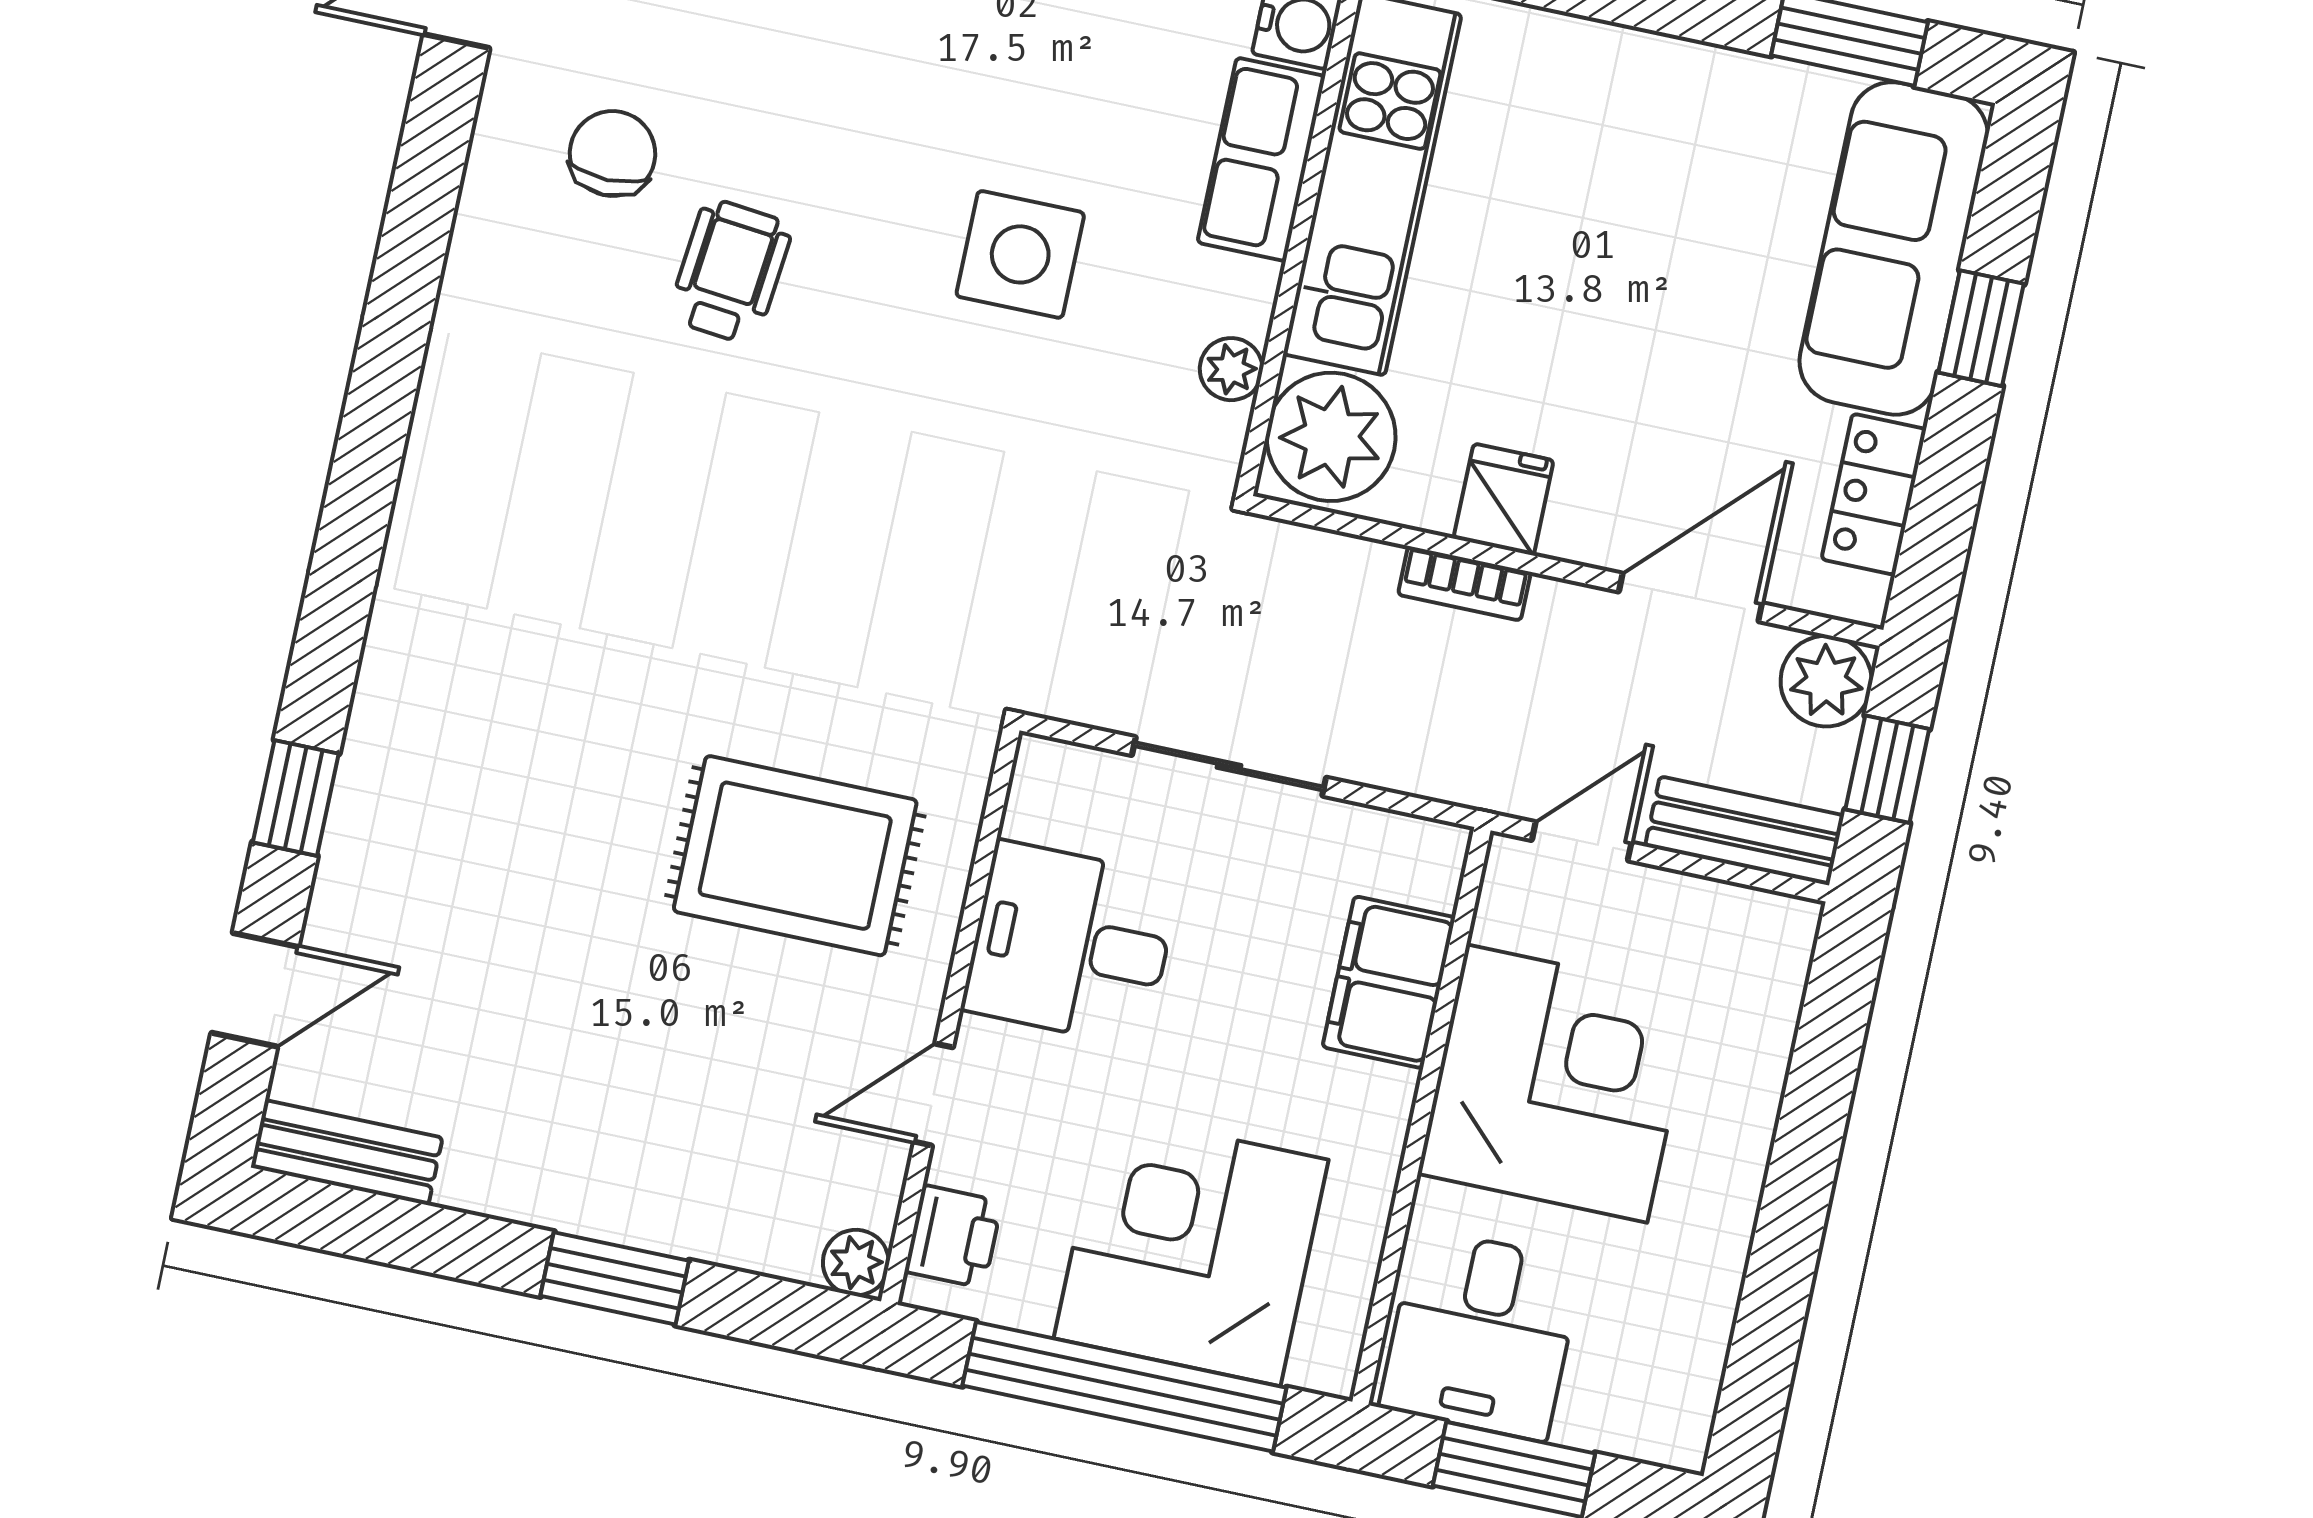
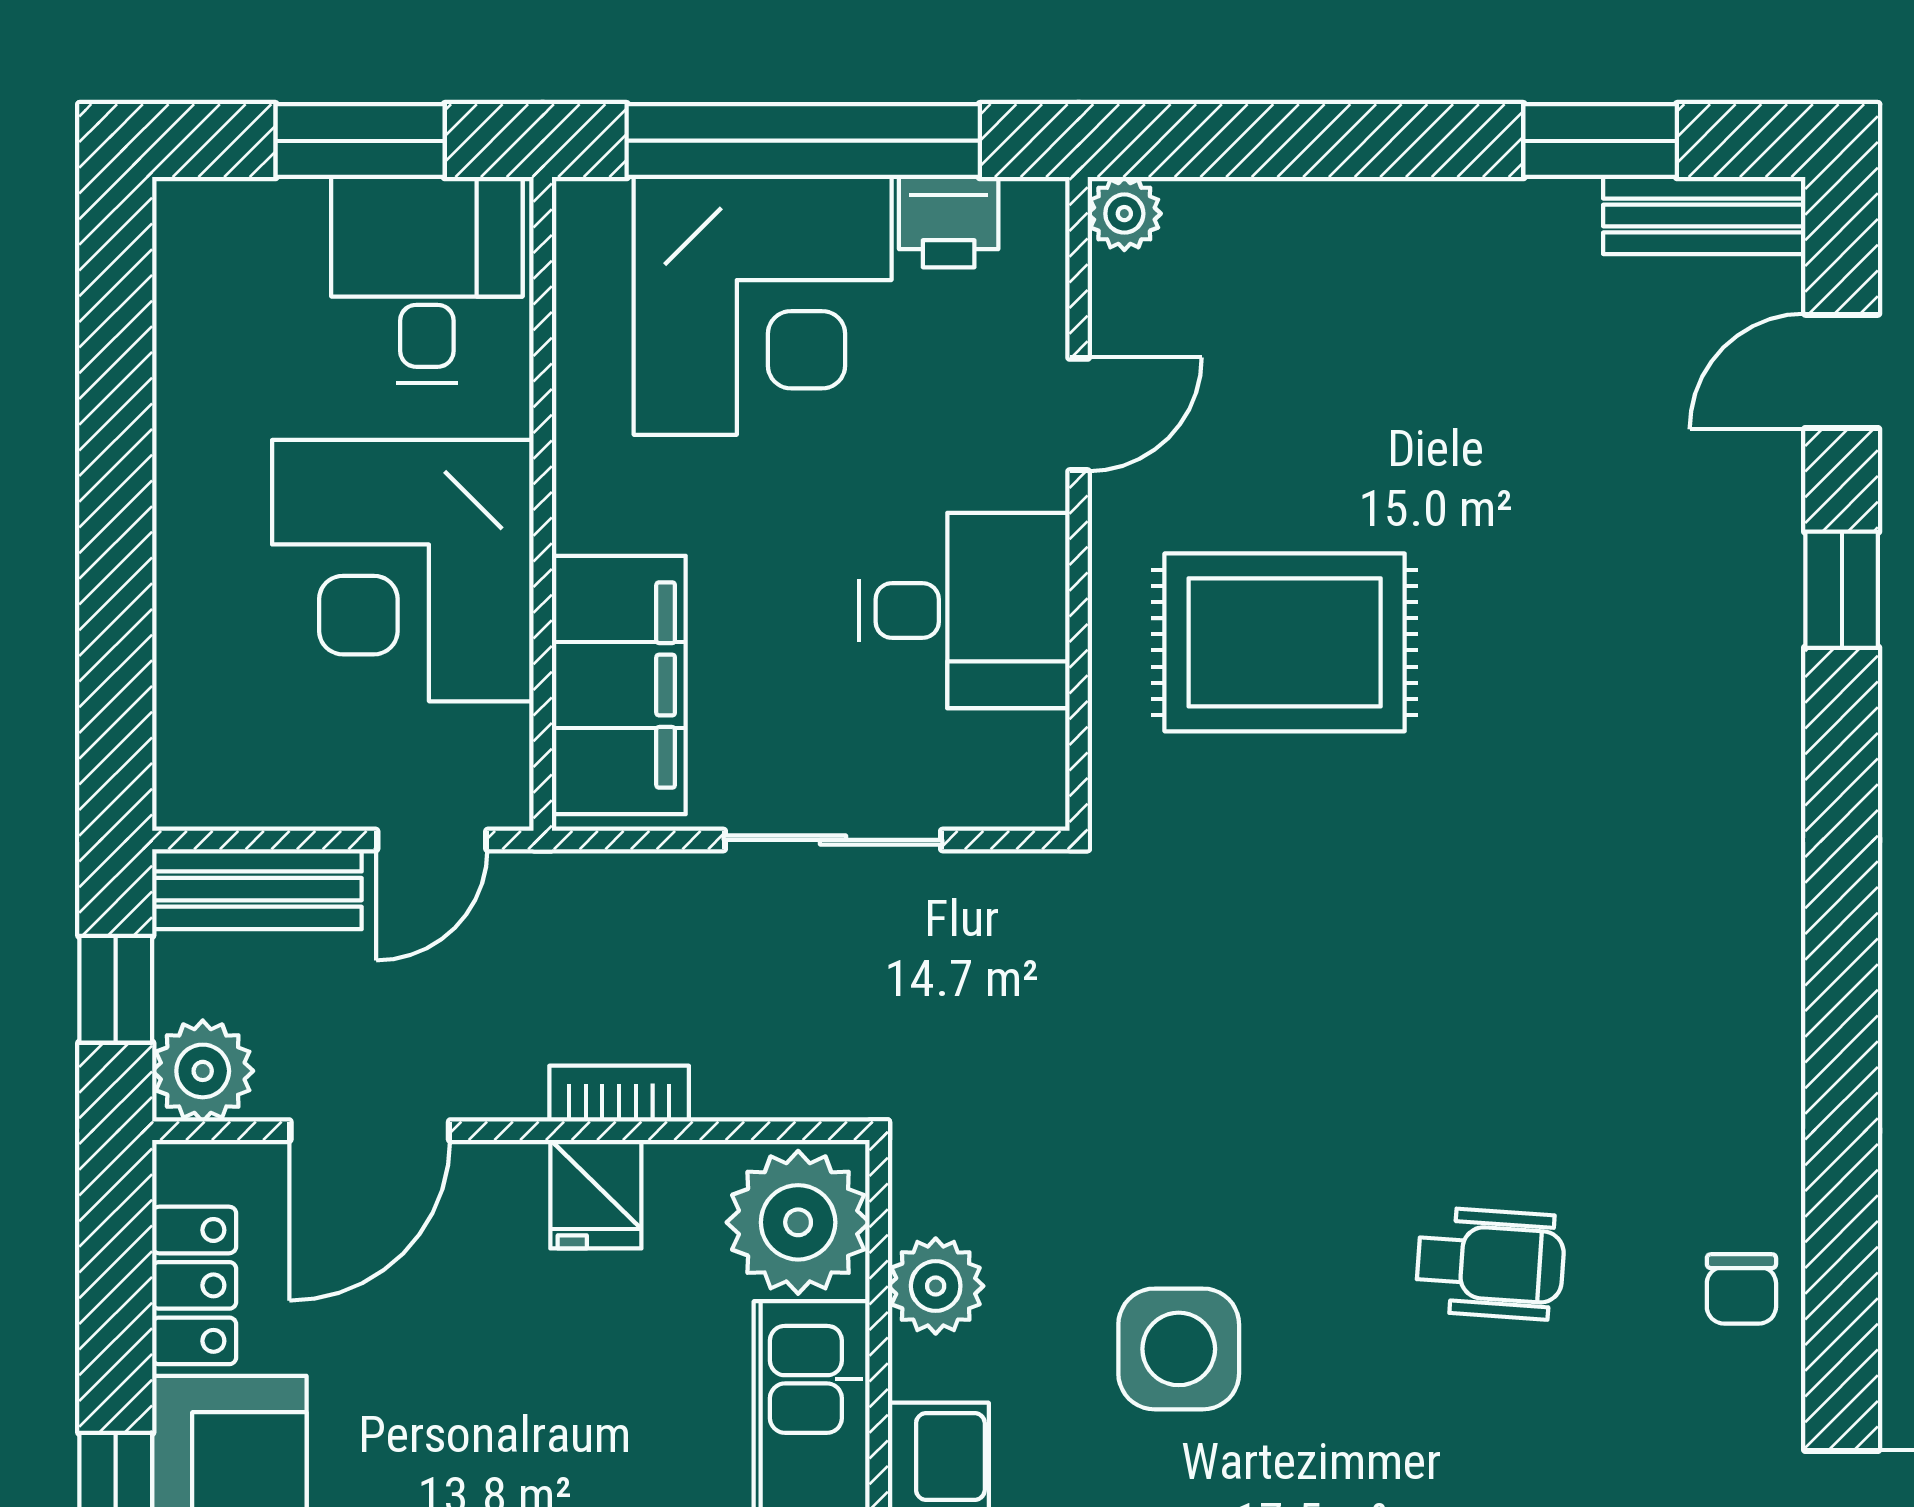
chair: (613, 154) -> (1741, 1289), moved, width x0.73, depth x0.73
wheelchair: (730, 271) -> (1490, 1263), turned -92
plant: (1231, 369) -> (936, 1286), width x1.38, depth x1.38
filing cabinet: (1389, 982) -> (619, 685), width x1.50, depth x1.17
printer: (953, 1237) -> (949, 222), moved, turned -90
window: (615, 1278) -> (1600, 141), moved

